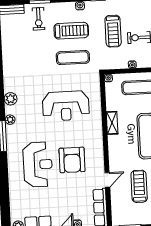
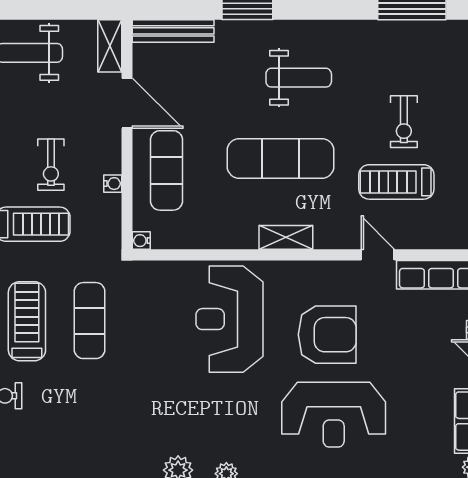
reception desk: (66, 106) -> (230, 319), moved, turned 180
shelving: (112, 123) -> (286, 237), moved
reception desk: (38, 164) -> (334, 415), turned 180

